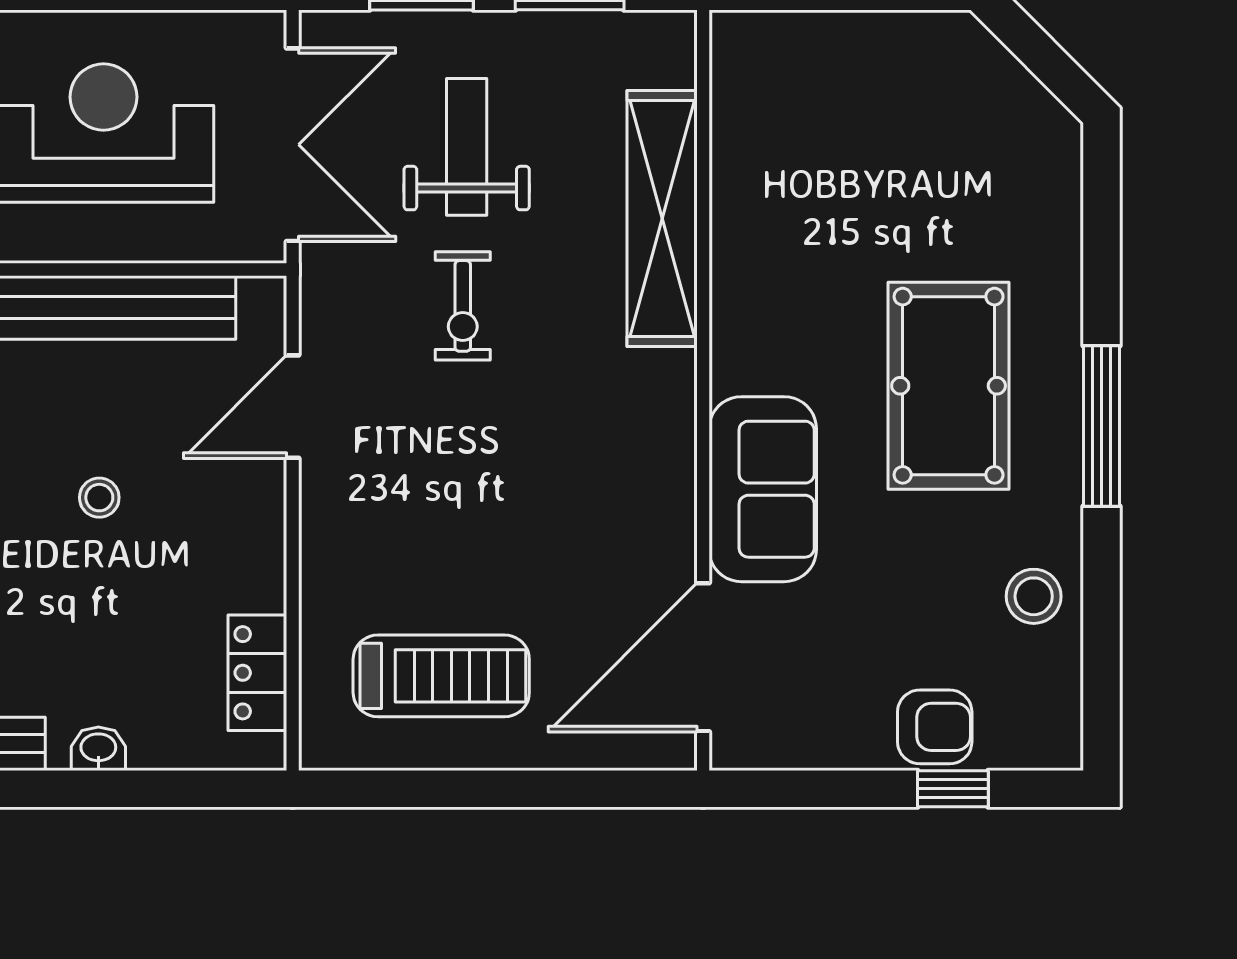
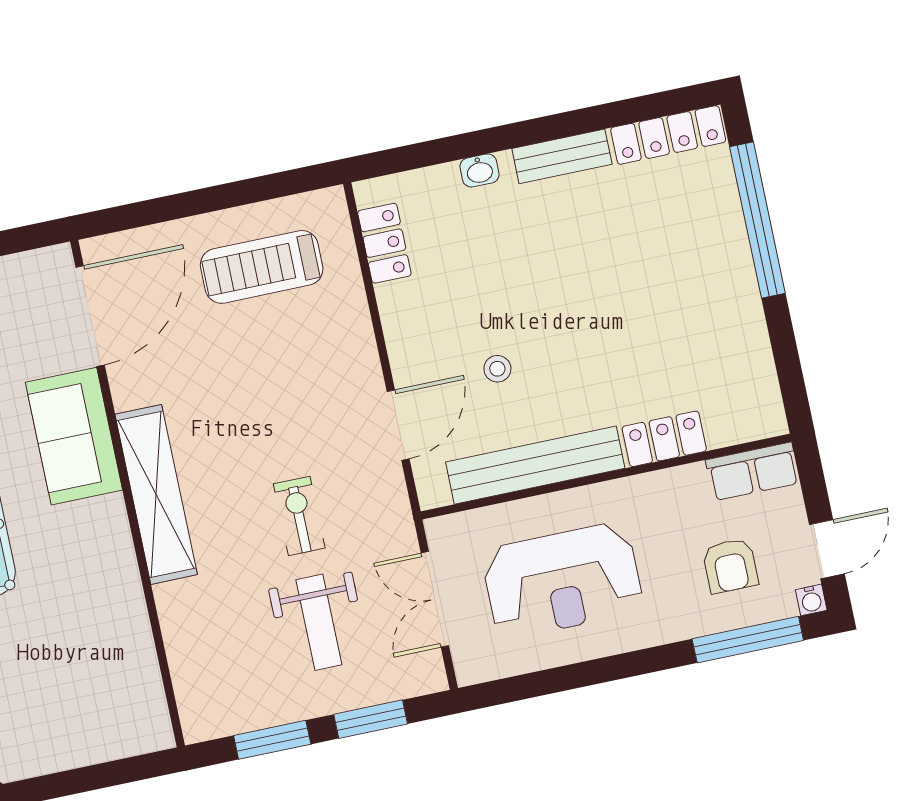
double door: (293, 145) -> (435, 599), width x0.73
shelving: (662, 218) -> (156, 494), moved
stool: (99, 498) -> (497, 369), moved

